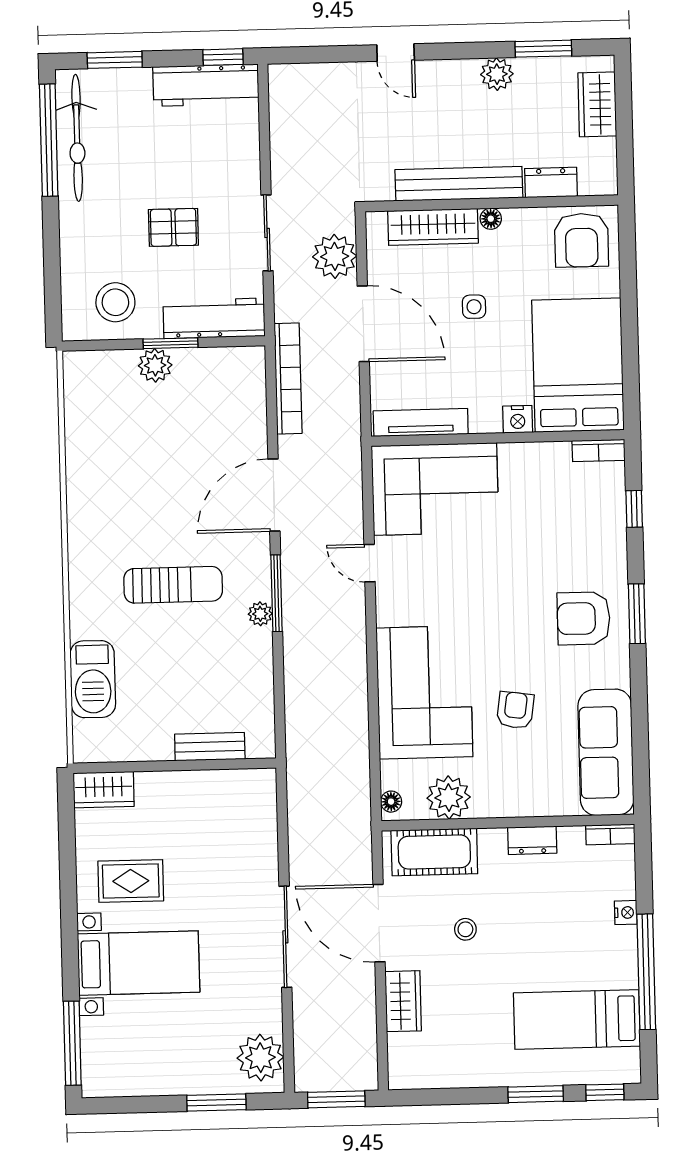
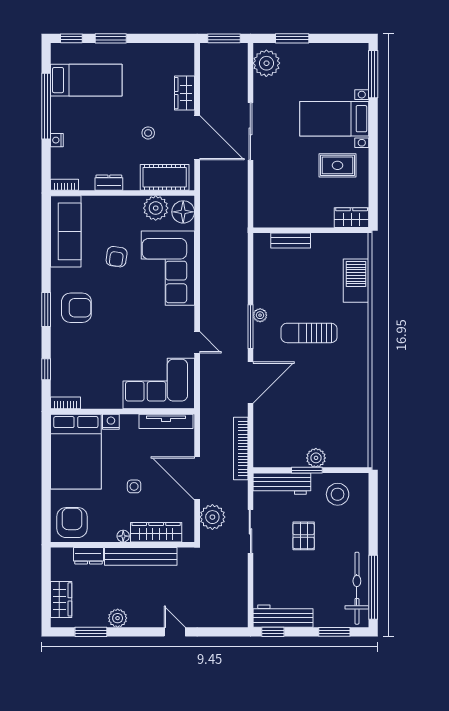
pallet: (173, 227) -> (304, 536), turned 90
floor lamp: (391, 802) -> (183, 212), width x1.89, depth x1.89

